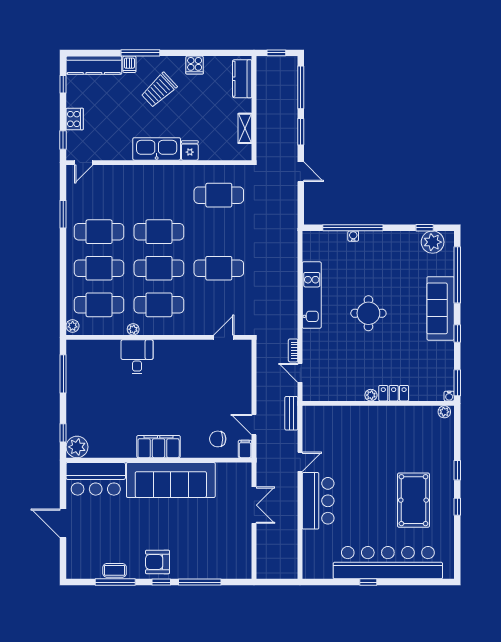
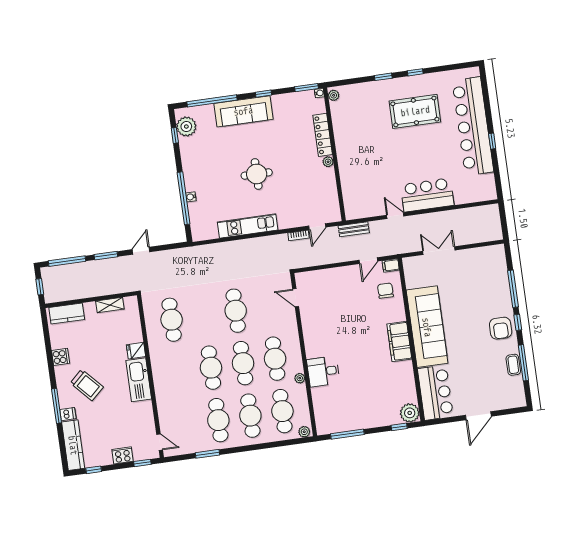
locker: (394, 393) -> (323, 135), width x1.53
chair: (218, 439) -> (385, 291), turned 180

